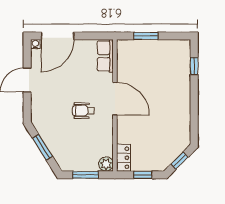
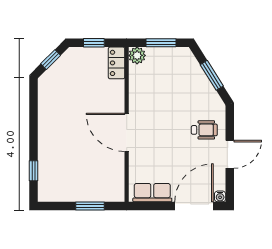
row of seats: (105, 56) -> (152, 193), moved, turned -90
wheelchair: (83, 111) -> (204, 130), moved

